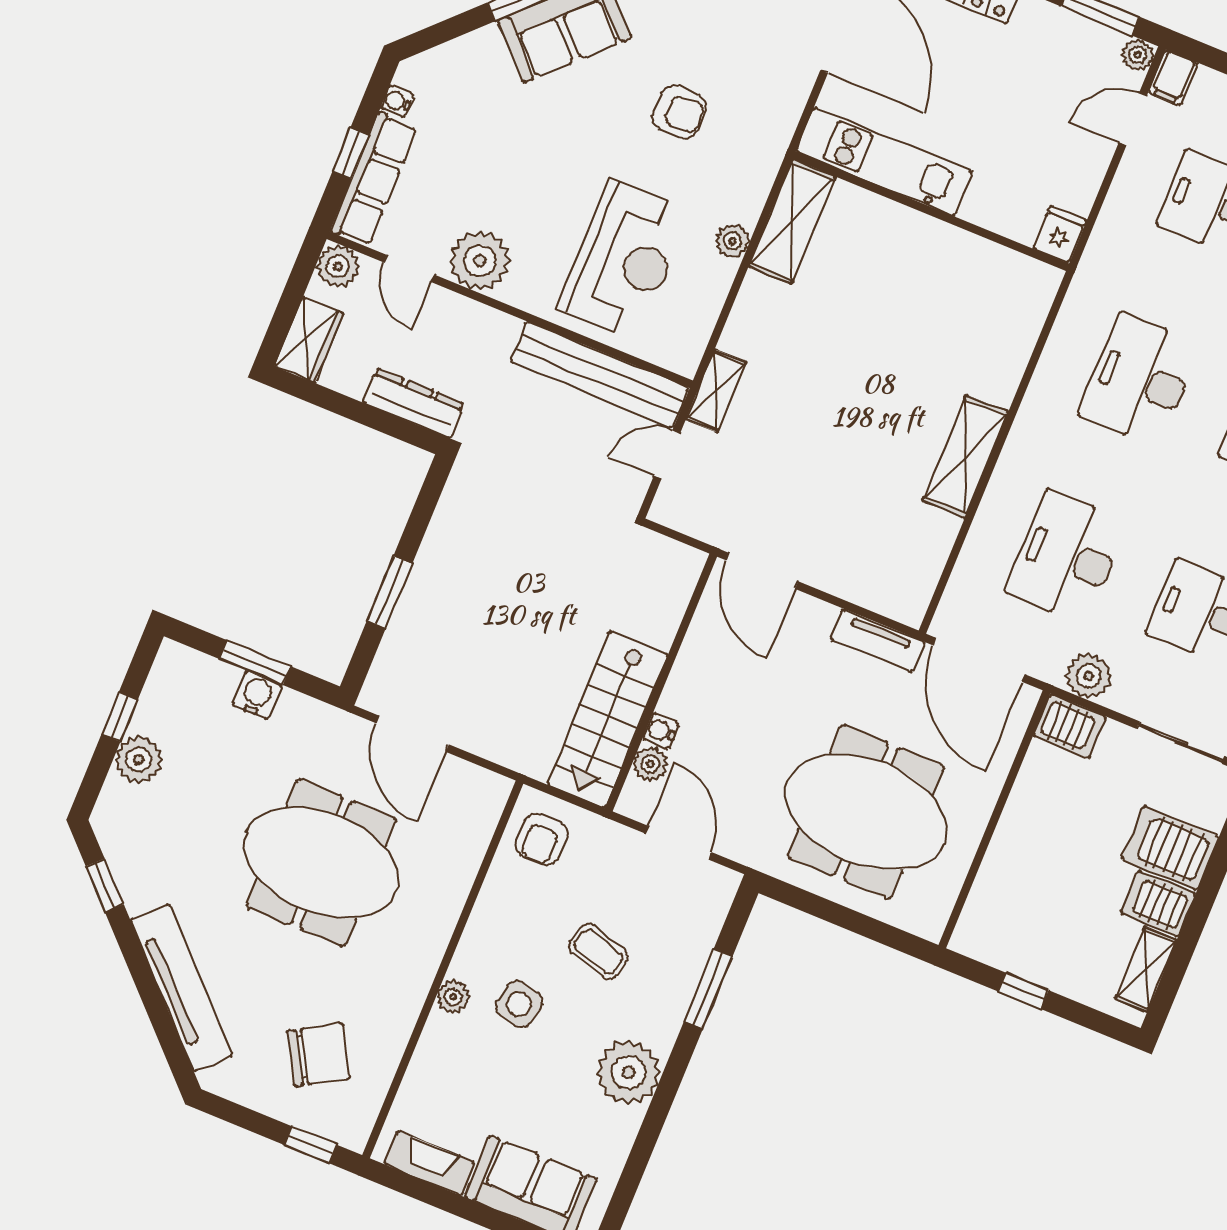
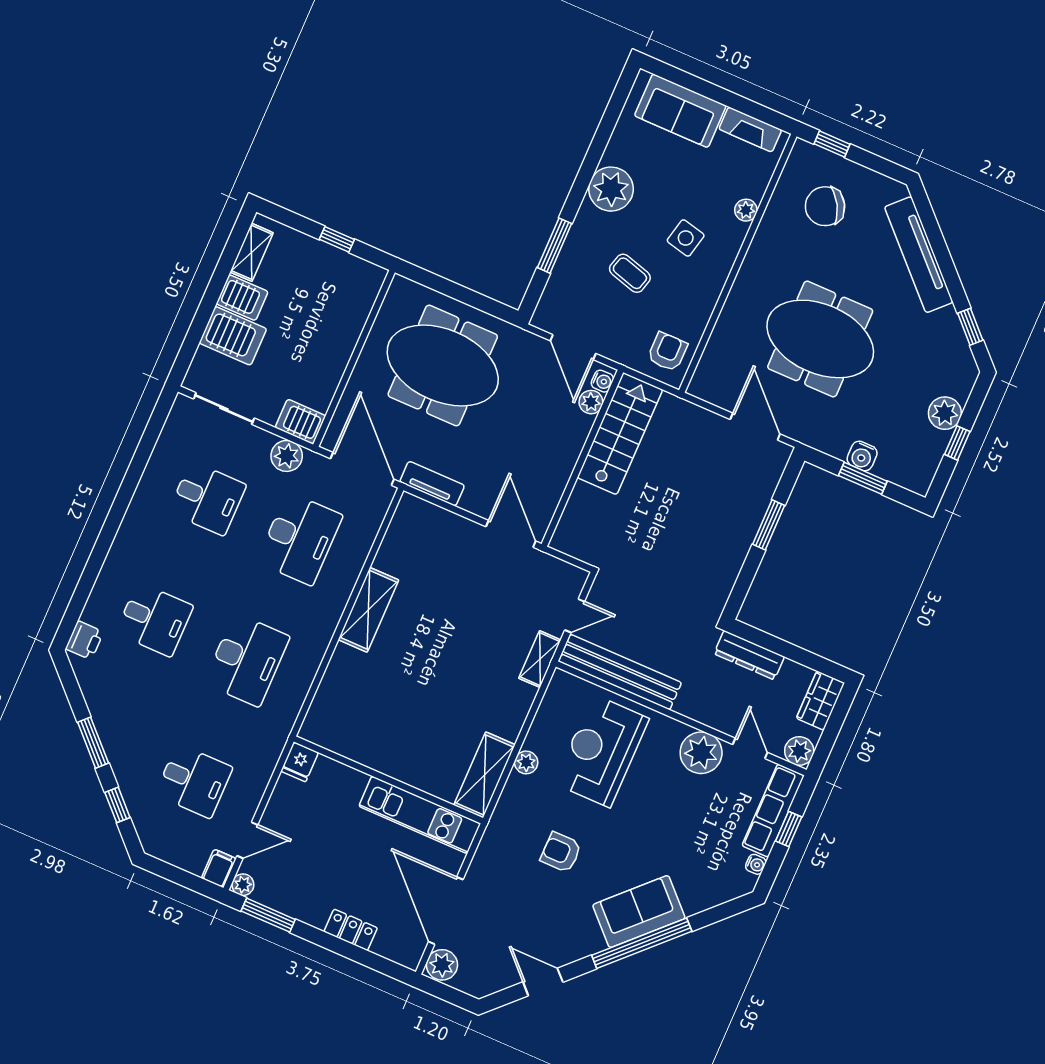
water cooler: (661, 731) -> (602, 381), moved
plant: (453, 997) -> (746, 210), moved

